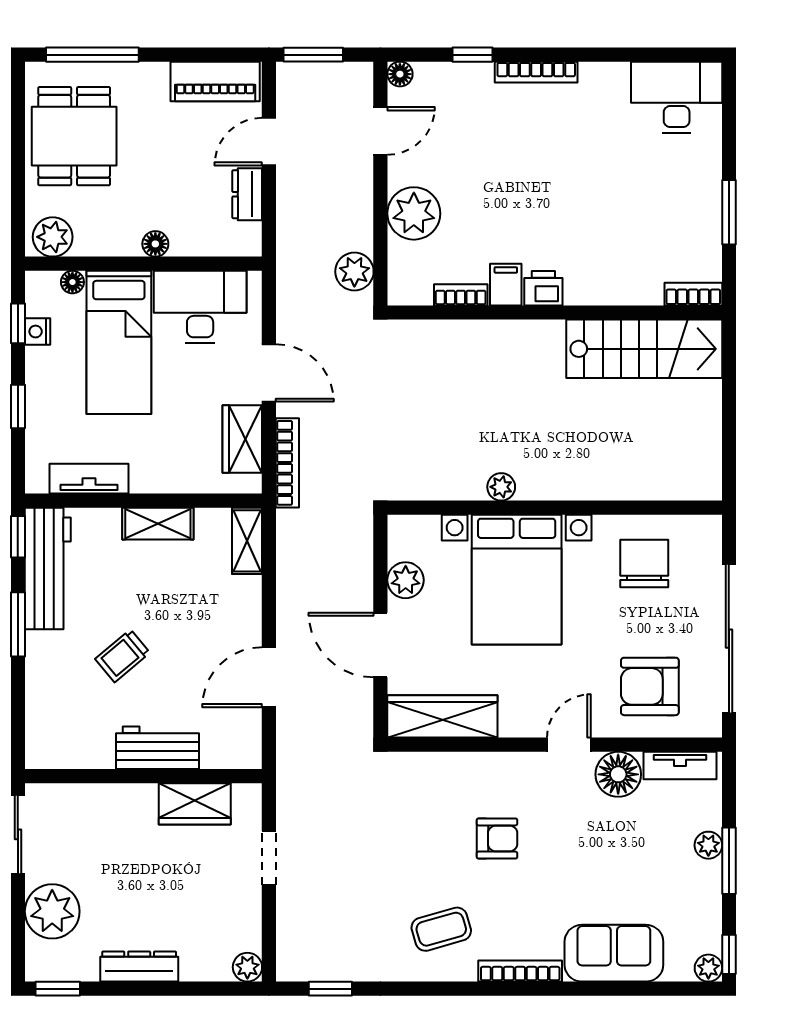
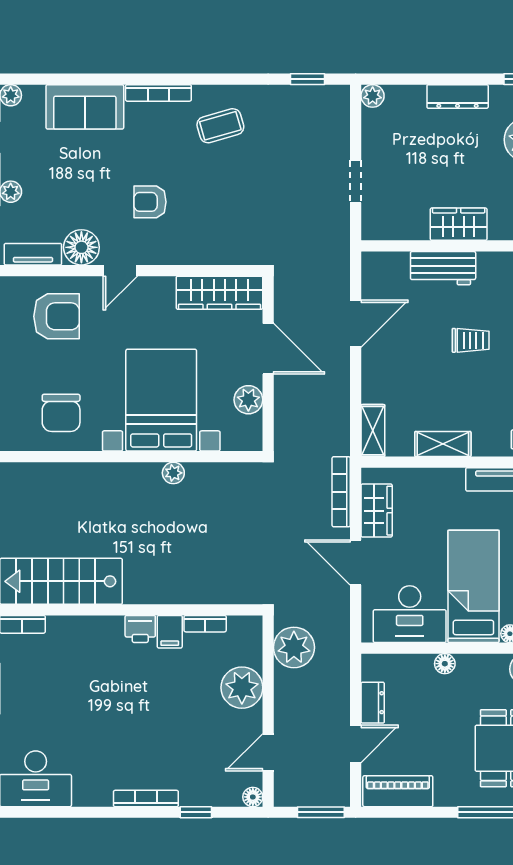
plant: (354, 272) -> (294, 647), width x1.36, depth x1.36
trolley: (122, 656) -> (471, 340), turned 40
wardrobe: (195, 804) -> (459, 224), moved
armchair: (497, 838) -> (150, 202), moved

